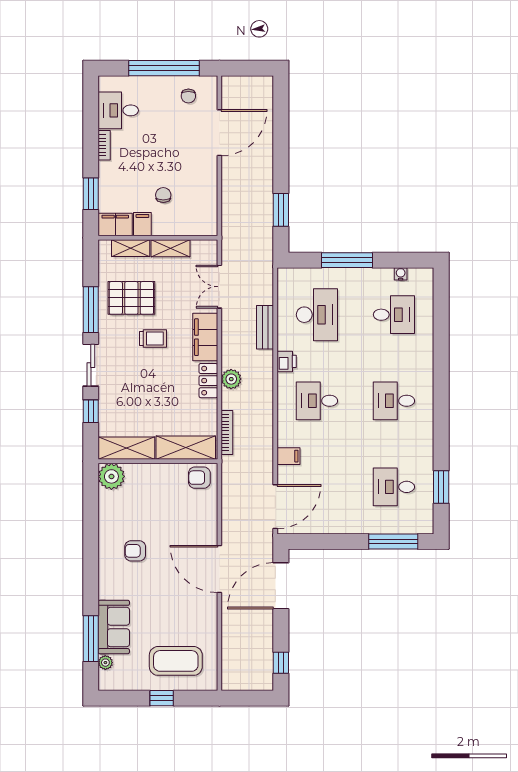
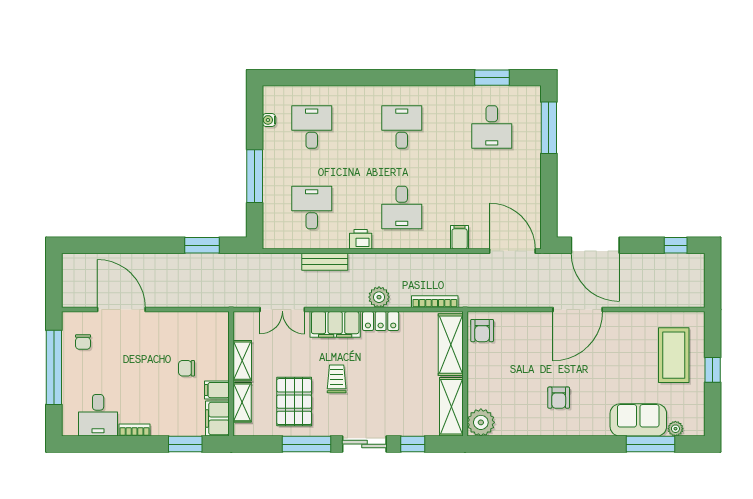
chair: (188, 96) -> (83, 342), turned 90
desk: (317, 315) -> (312, 208), width x0.73
desk: (394, 401) -> (402, 127), turned 180

